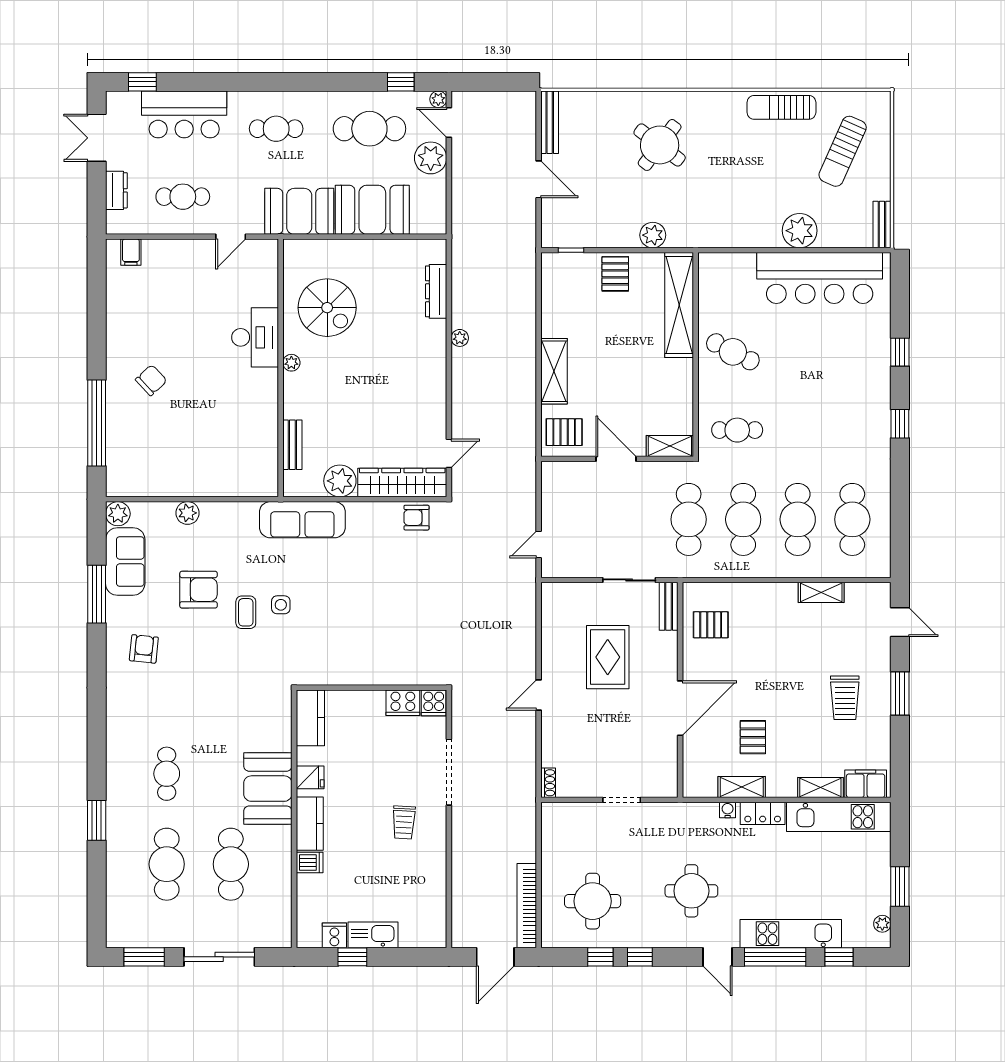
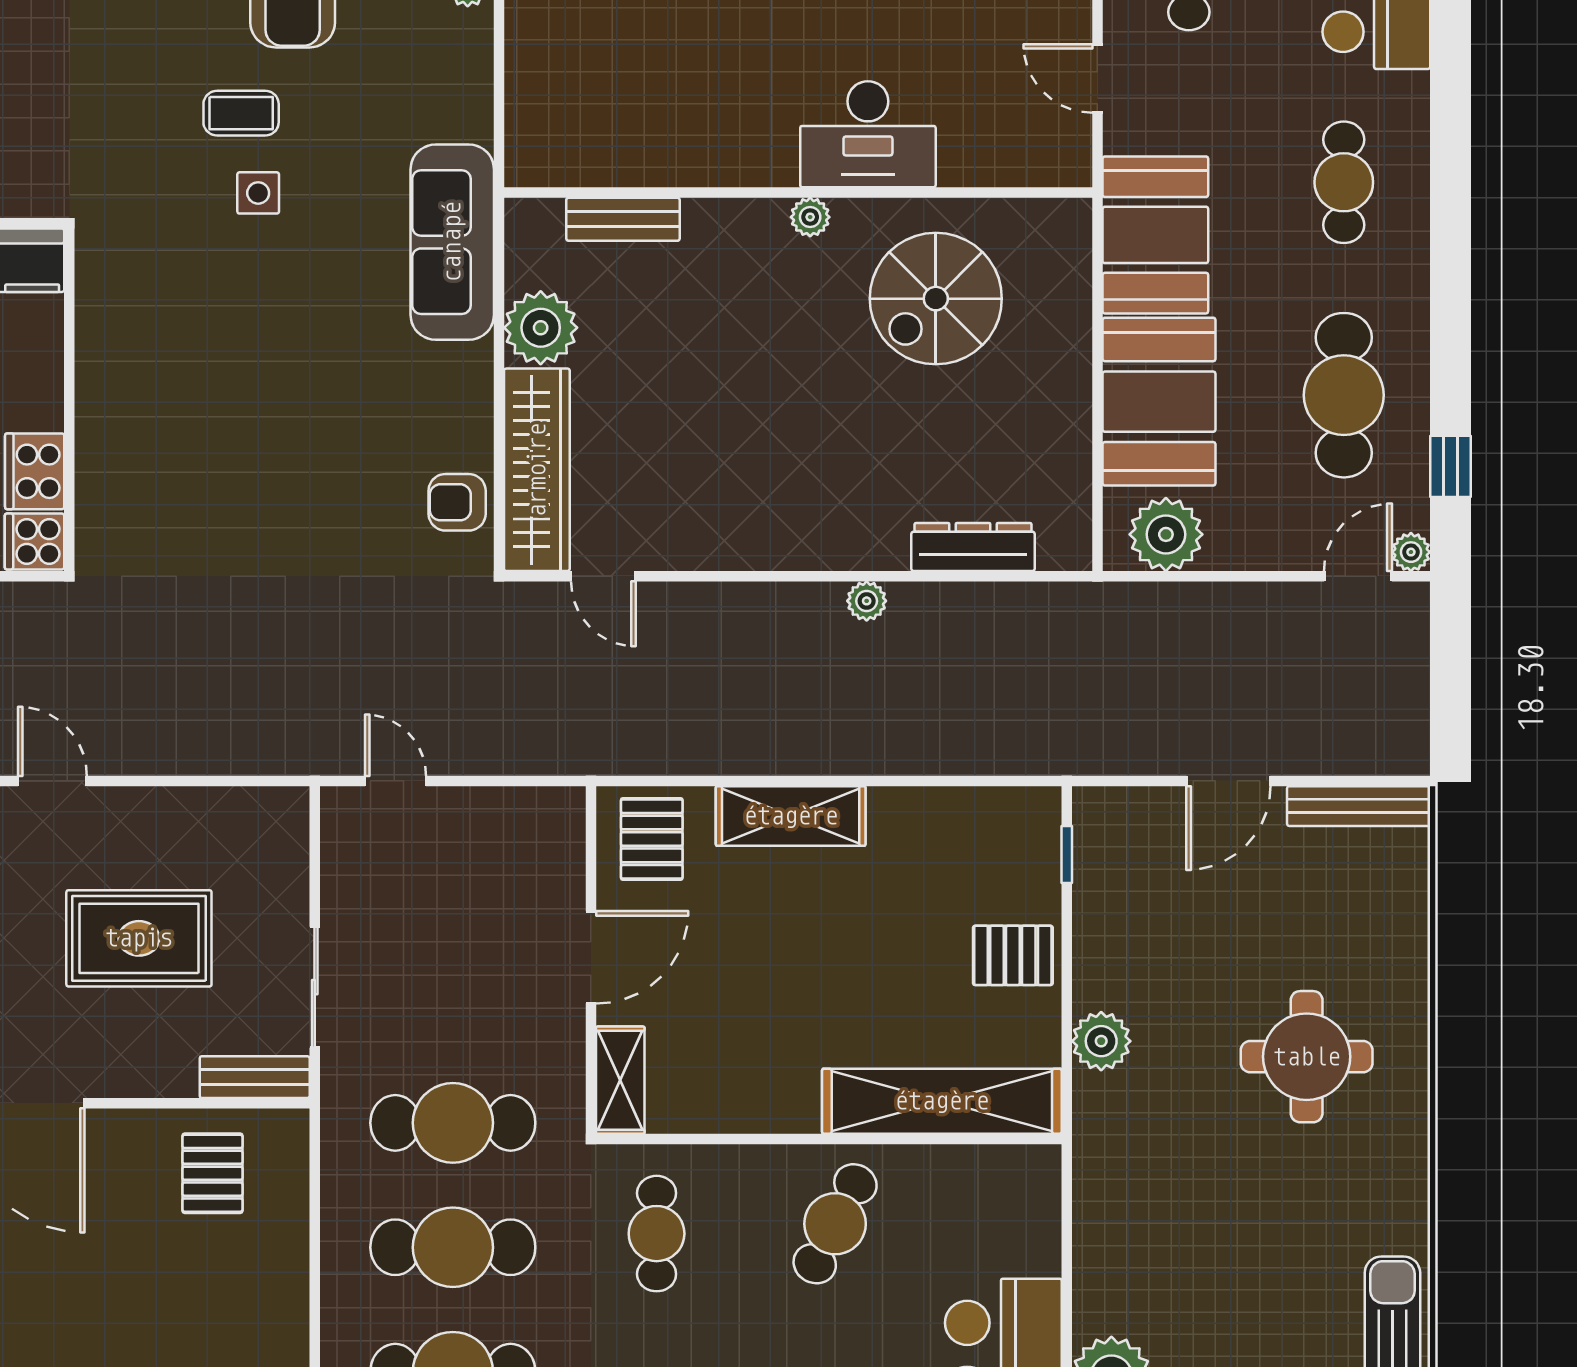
round table: (660, 145) -> (1307, 1057), turned -37
plant: (431, 158) -> (1166, 534), moved
armchair: (416, 518) -> (457, 502), turned -90

